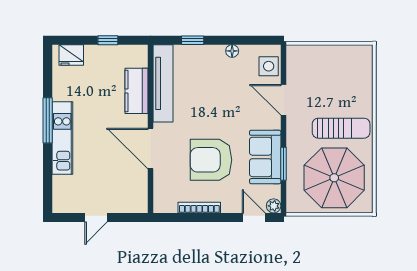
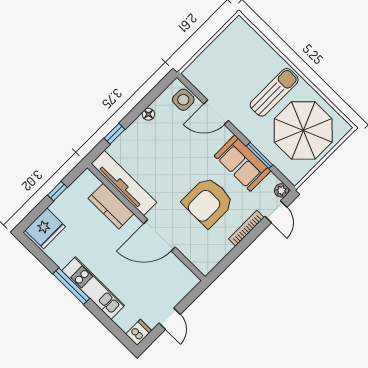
fridge: (71, 55) -> (45, 228), width x1.36, depth x1.34
dishwasher: (63, 205) -> (139, 332), added
bookcase: (199, 208) -> (246, 228), moved
door: (254, 217) -> (276, 212), swing flipped

